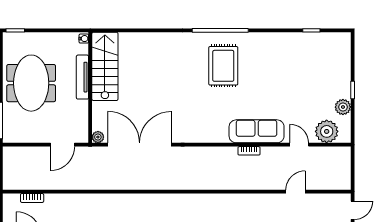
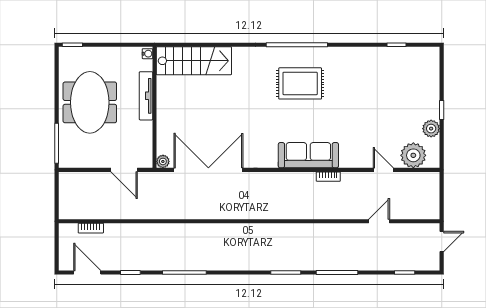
stairs: (105, 66) -> (194, 61), moved, turned 90
rug: (223, 66) -> (300, 83), turned 90
sofa: (257, 131) -> (308, 155), moved
door: (62, 145) -> (124, 170), hinge flipped

